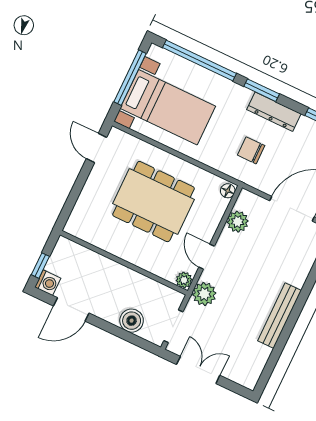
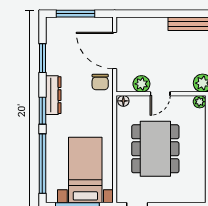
chair: (251, 150) -> (100, 82), moved
door: (207, 257) -> (160, 94), moved

